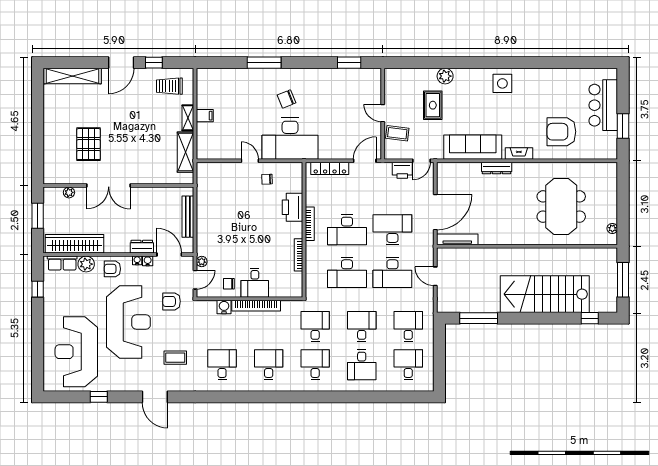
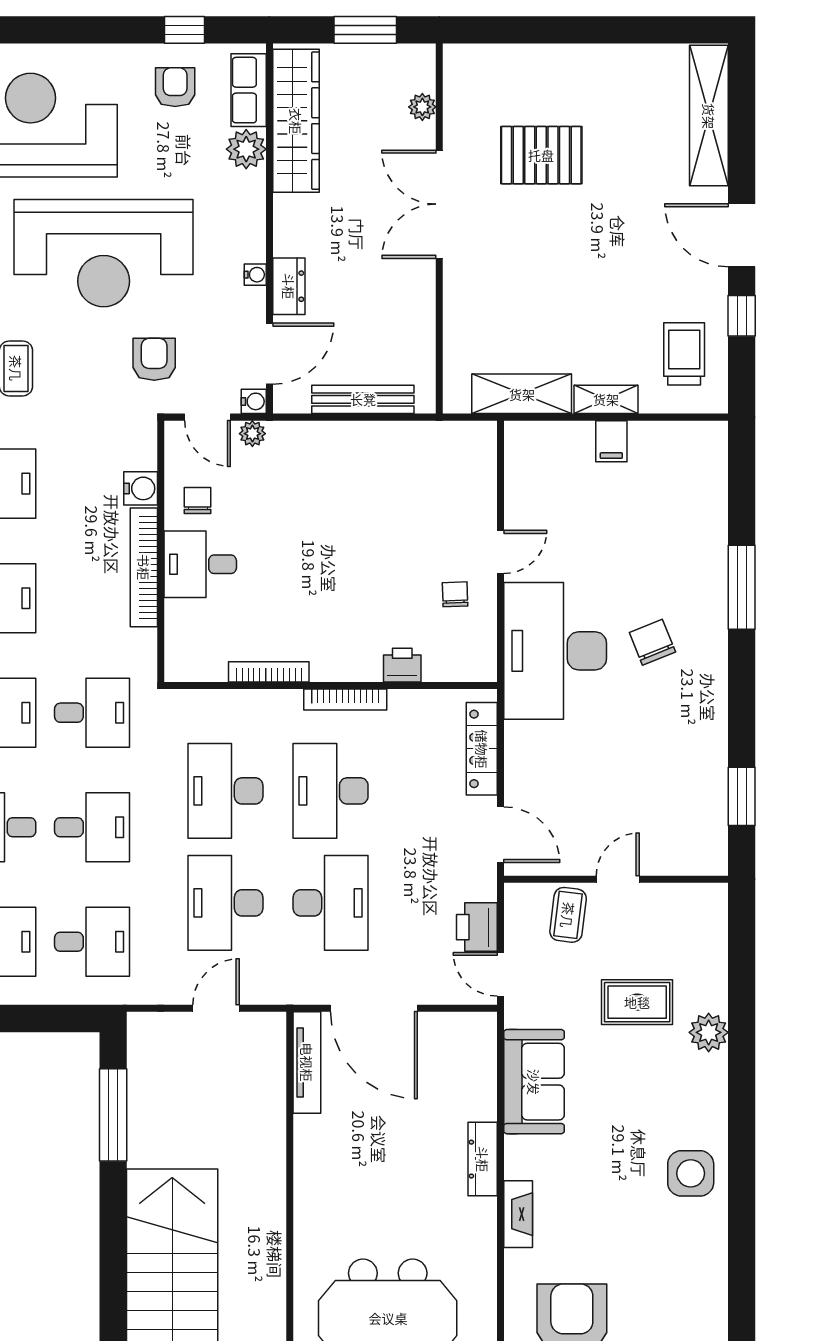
sofa: (473, 147) -> (534, 1082), width x0.73
printer: (293, 207) -> (402, 665), width x0.53, depth x0.68
water cooler: (148, 261) -> (254, 401), moved
armchair: (112, 269) -> (175, 87), moved

